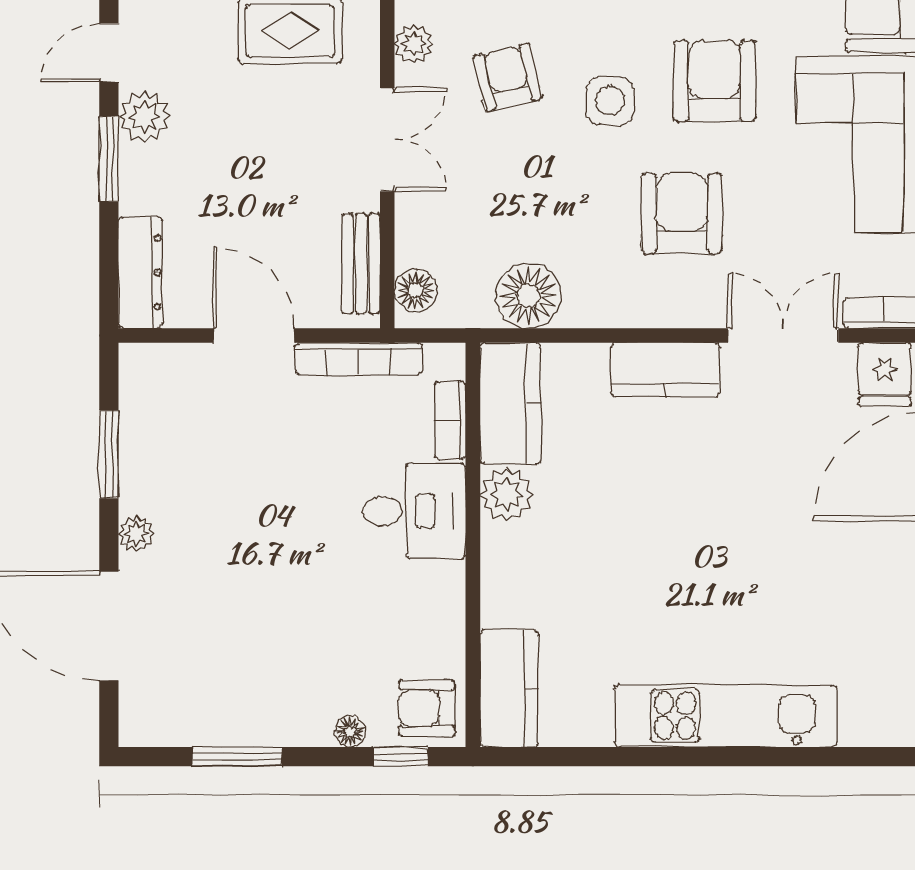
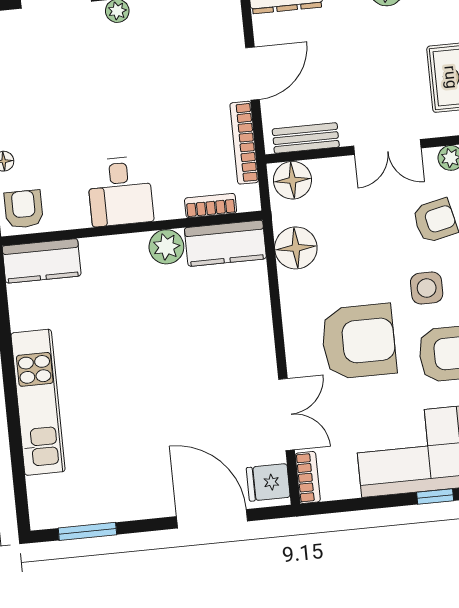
armchair: (682, 214) -> (359, 341), width x1.36, depth x1.36
floor lamp: (416, 291) -> (292, 180), width x1.38, depth x1.38
kitchen counter: (665, 370) -> (257, 341), removed
desk: (414, 511) -> (120, 191), moved

